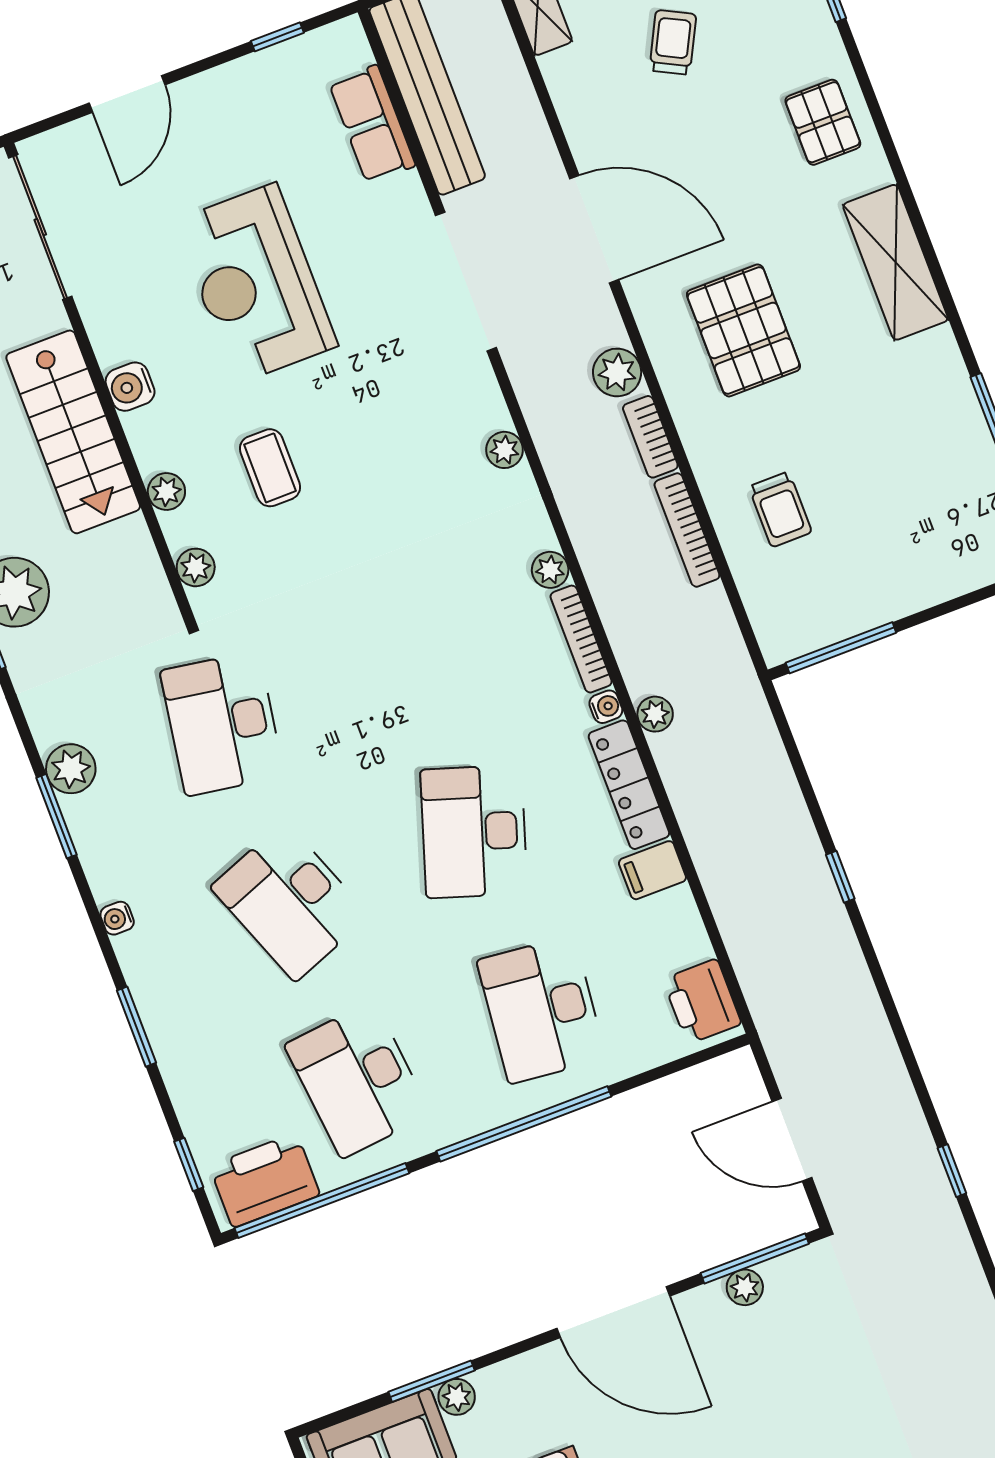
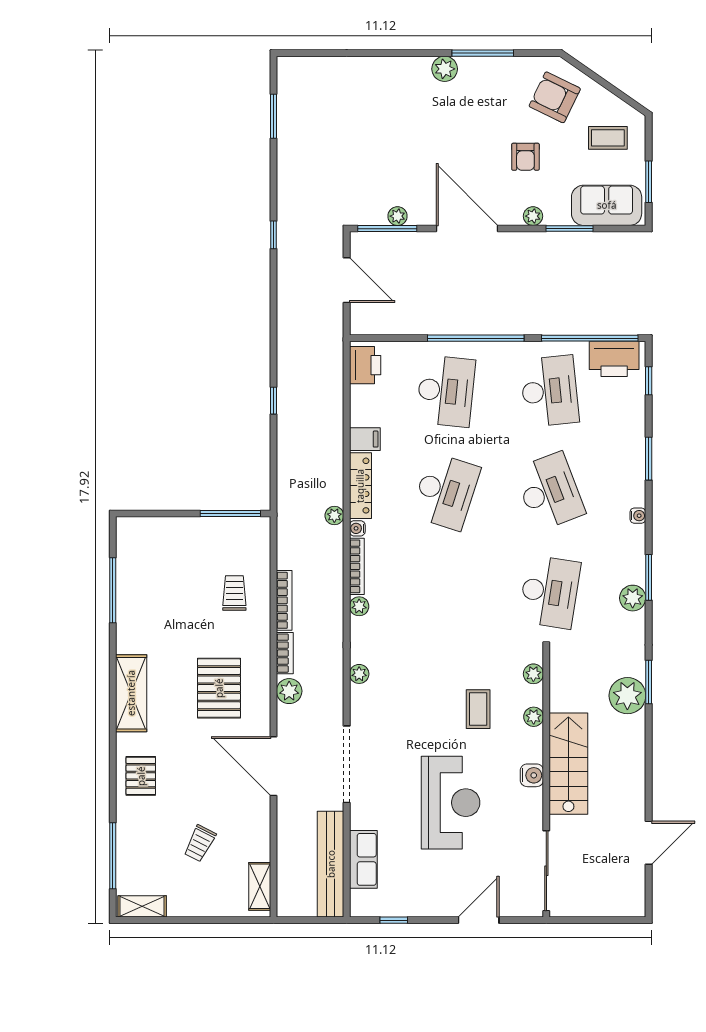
plant: (457, 1397) -> (533, 216), moved

